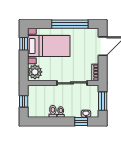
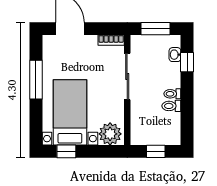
window: (70, 24) -> (36, 80), width x0.68

